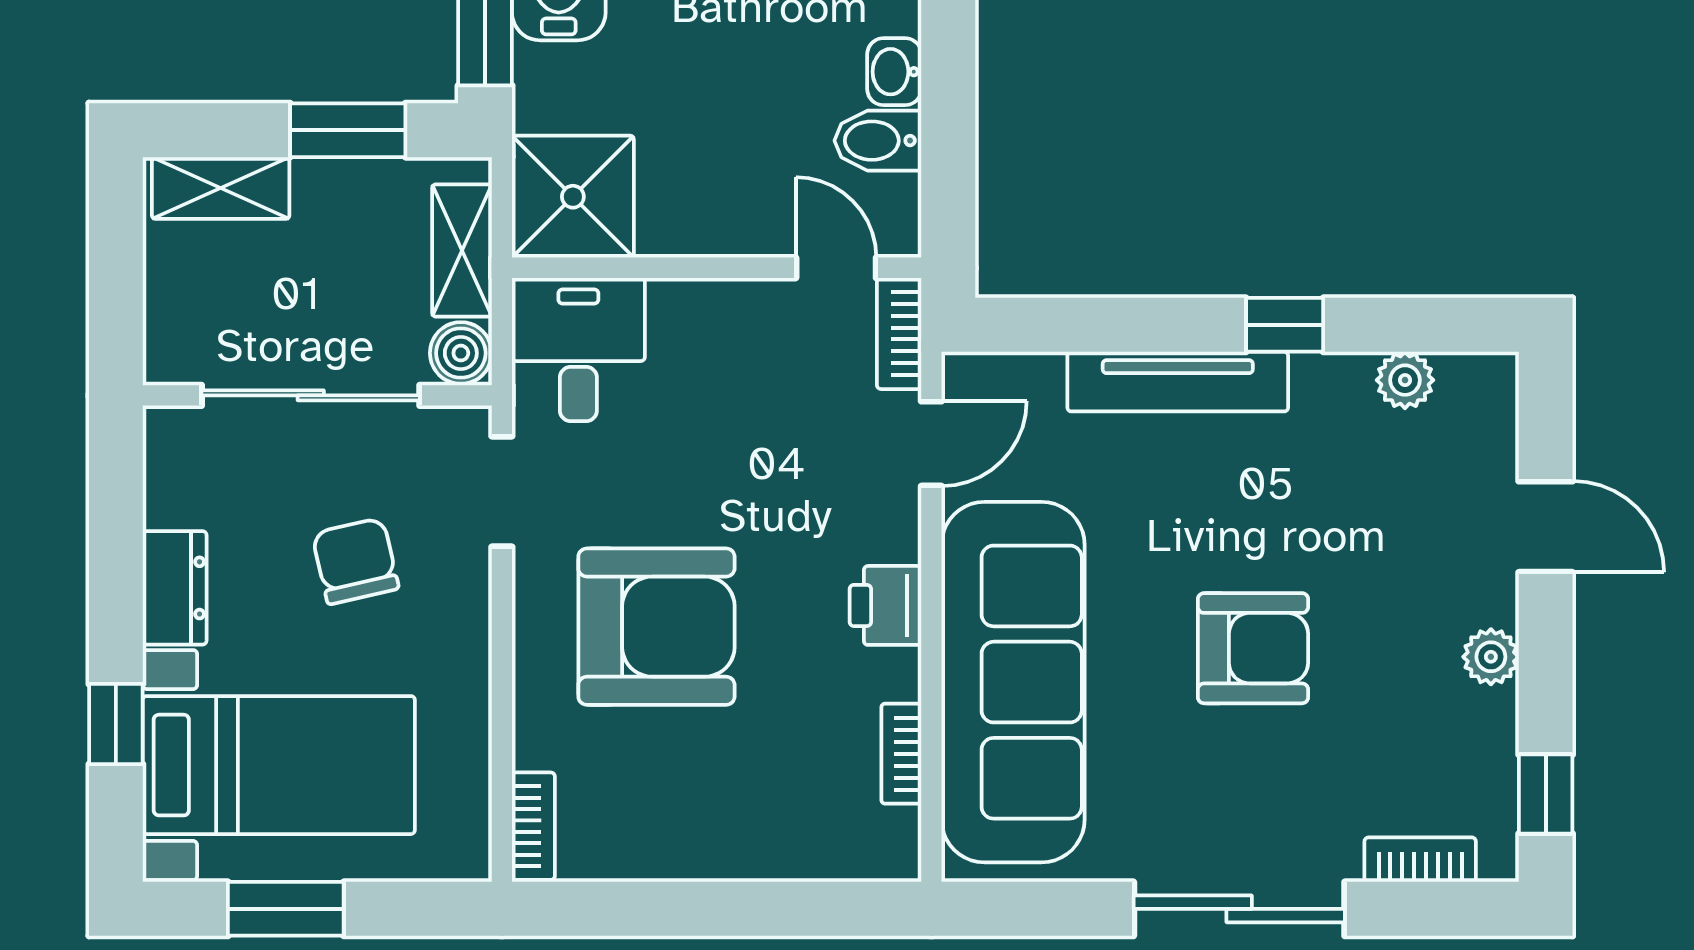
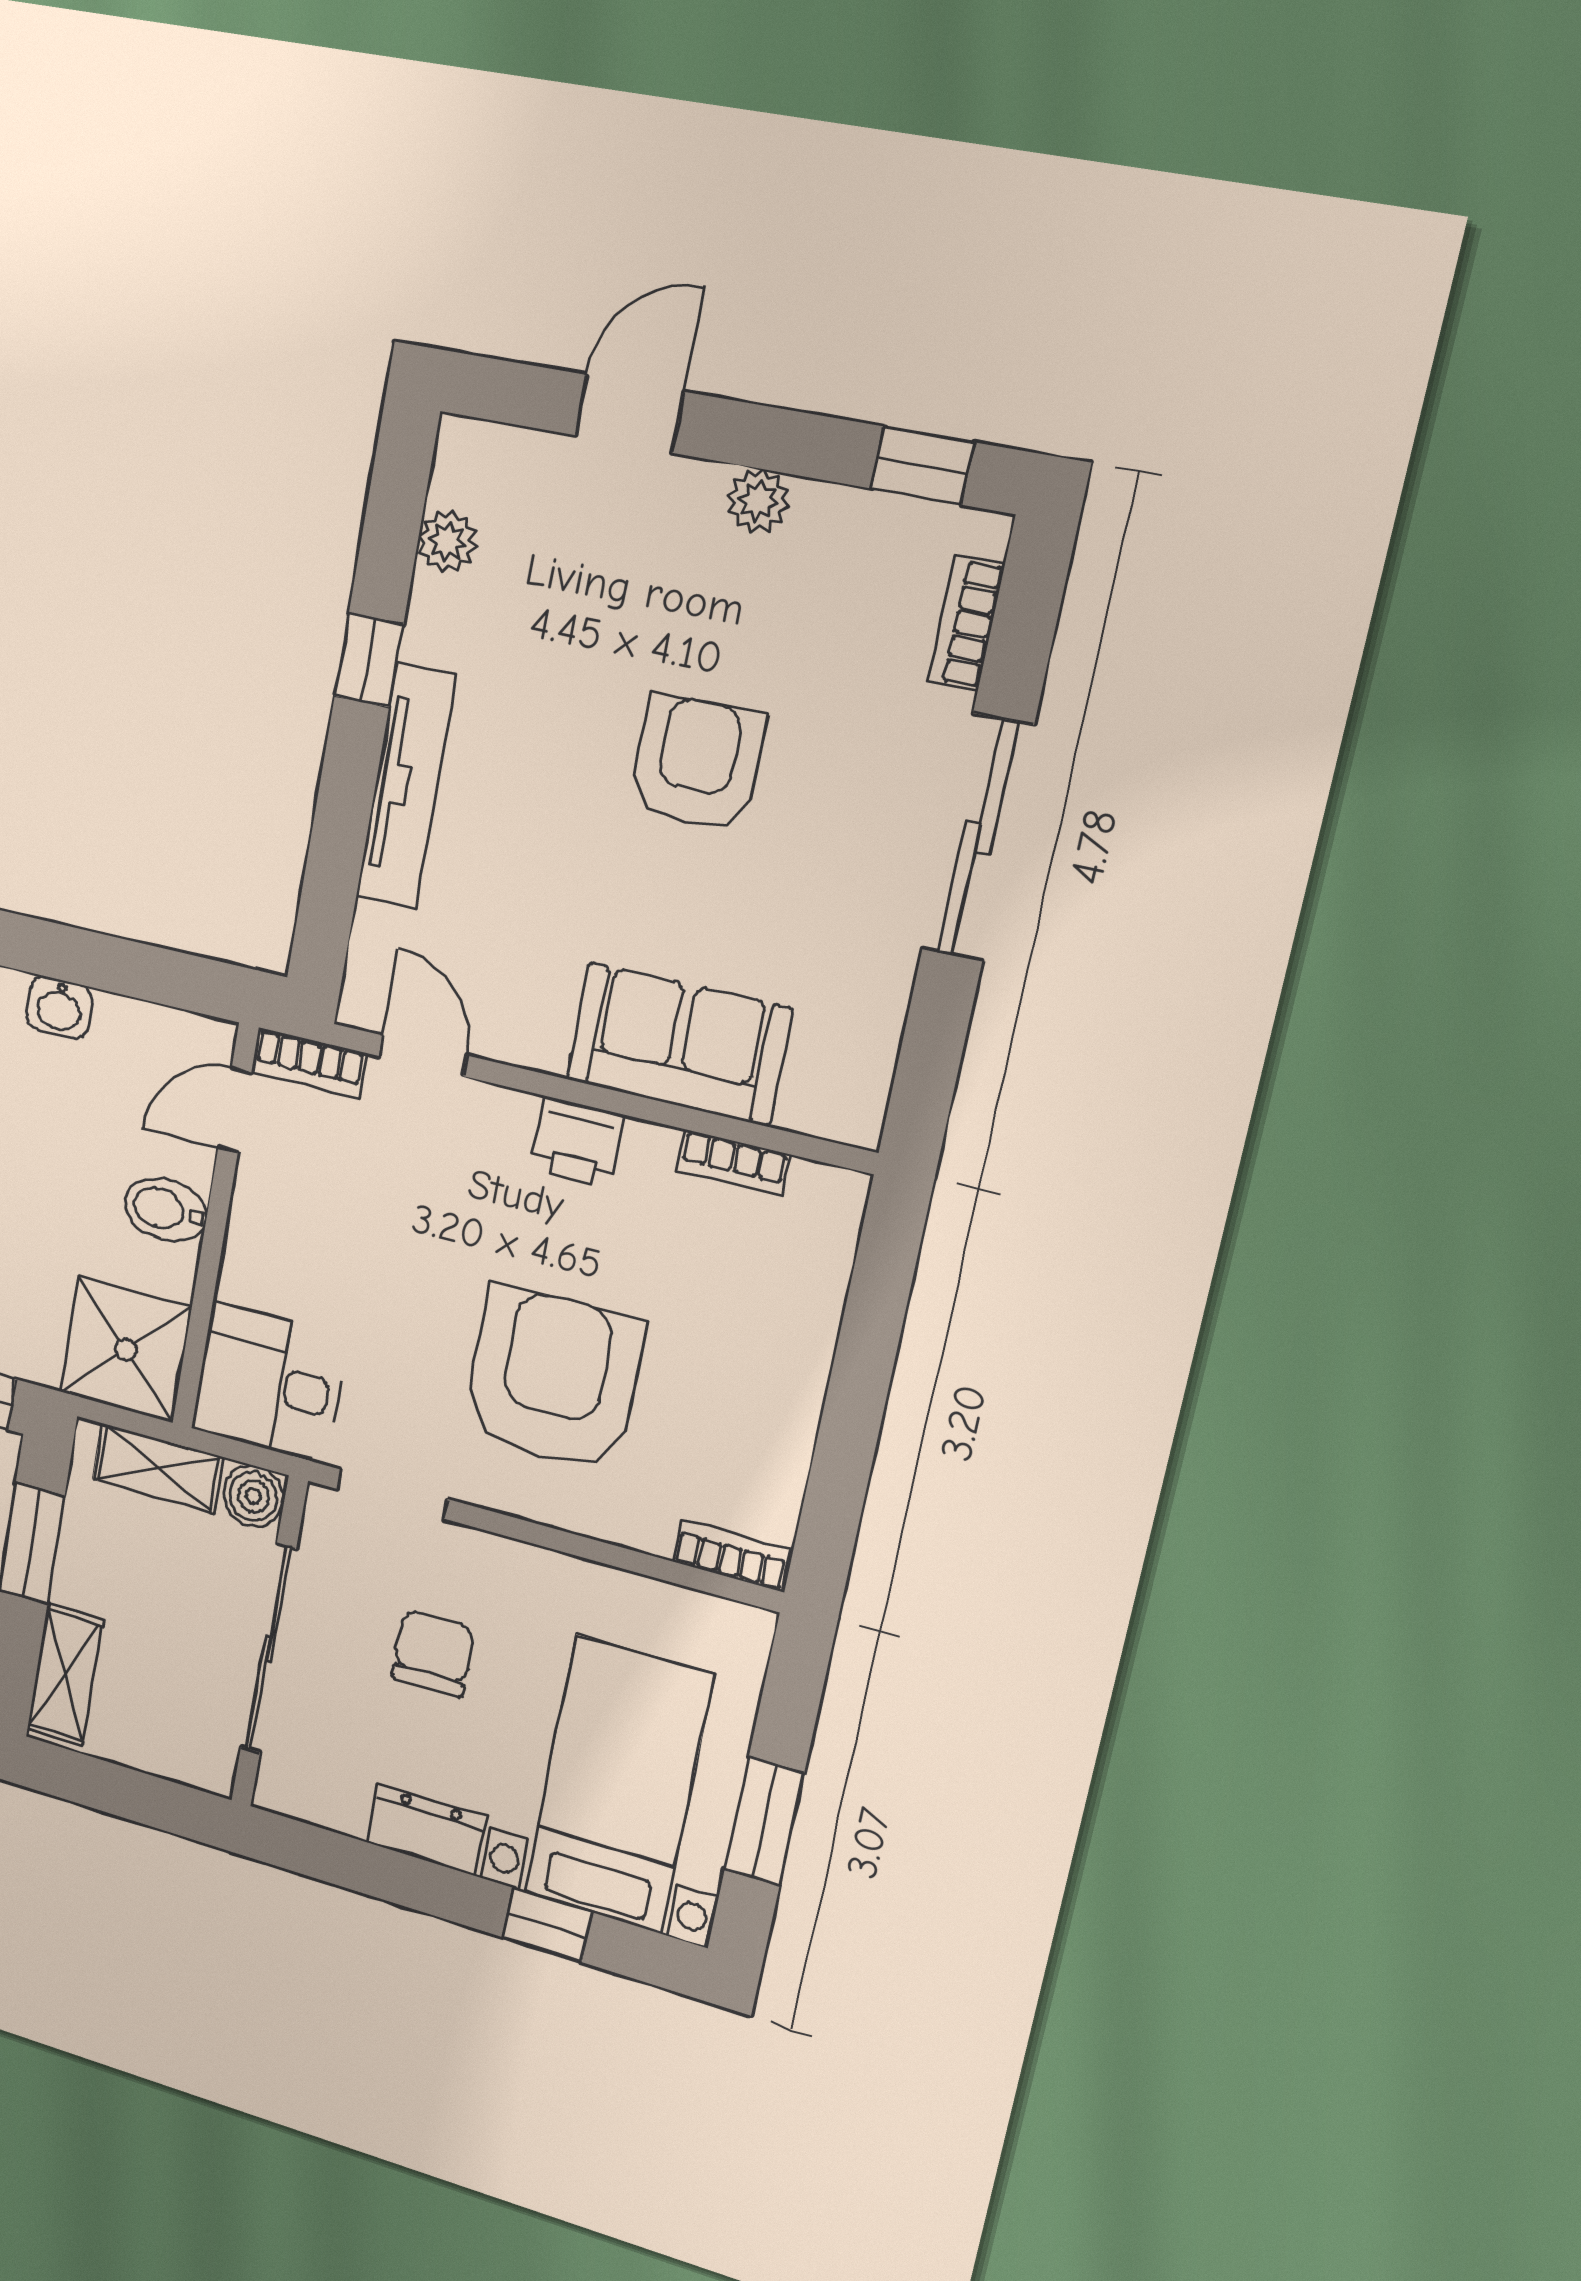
bidet: (878, 141) -> (166, 1210), moved, turned 90
chair: (355, 561) -> (433, 1653), turned 103
sofa: (1013, 682) -> (679, 1044), width x0.54, depth x0.79

